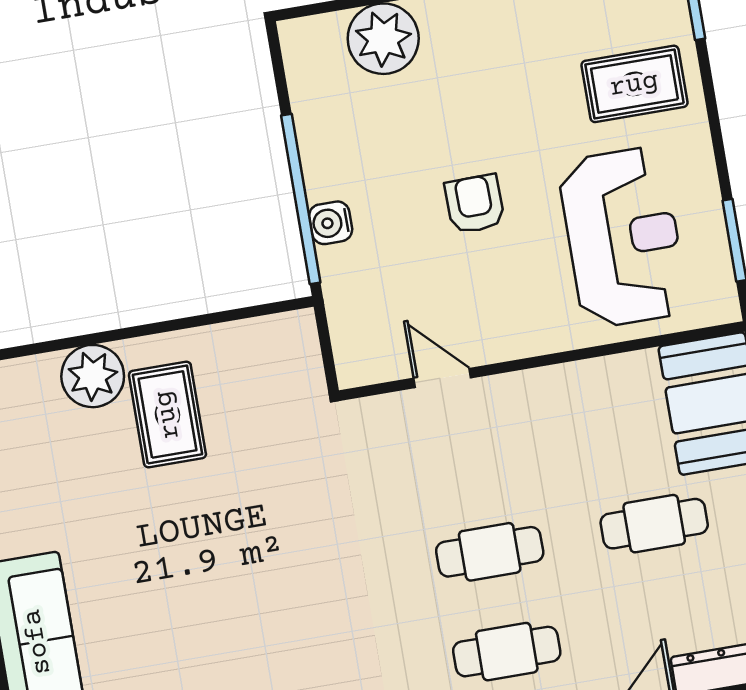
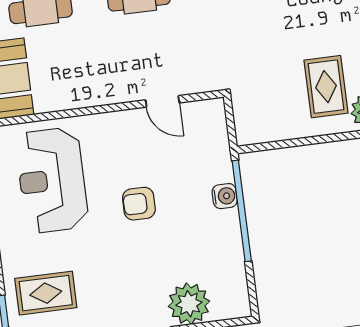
rug: (634, 84) -> (46, 293), moved
armchair: (475, 204) -> (139, 204), turned 91

